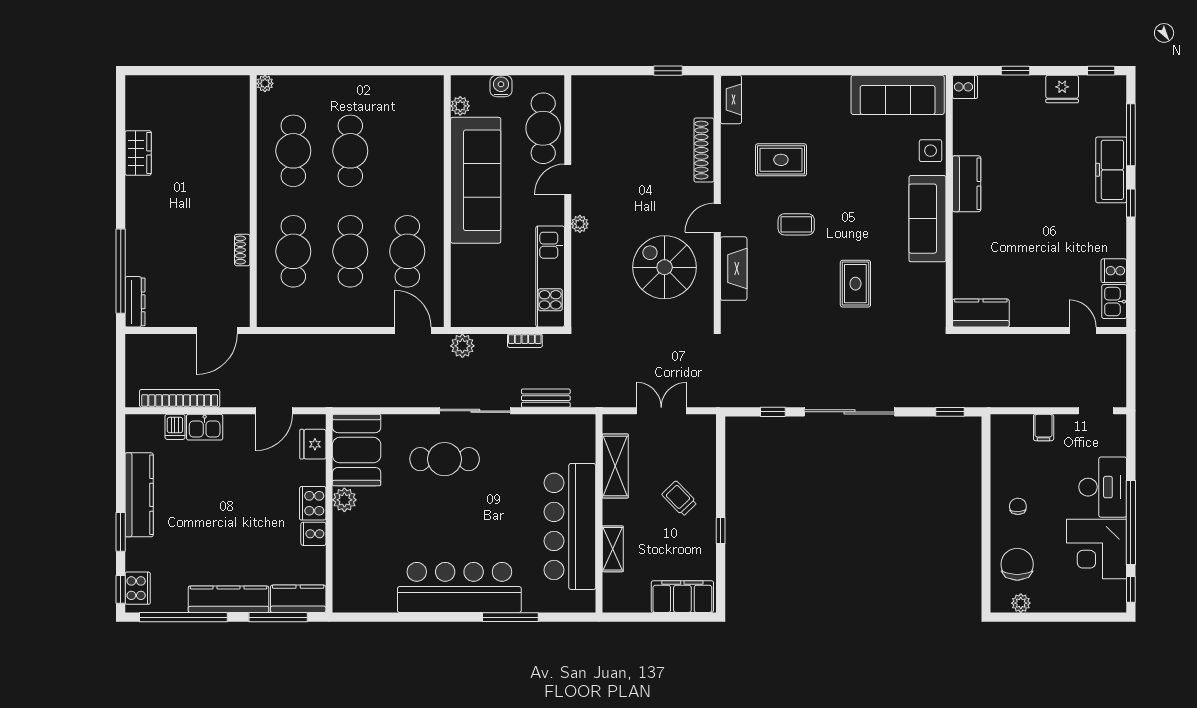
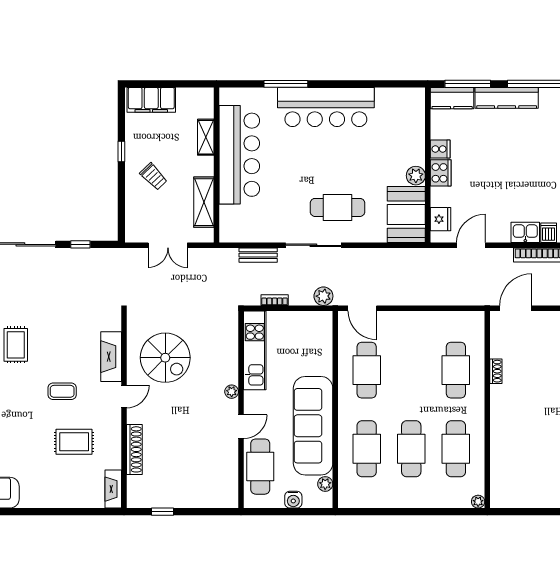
cafe table: (350, 251) -> (367, 449), moved

